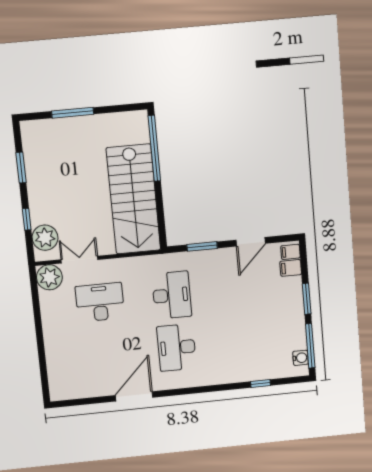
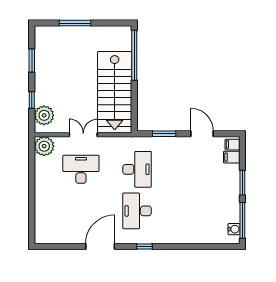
door: (251, 242) -> (202, 134), swing flipped
double door: (79, 260) -> (83, 135), moved
window: (261, 383) -> (145, 246), moved

